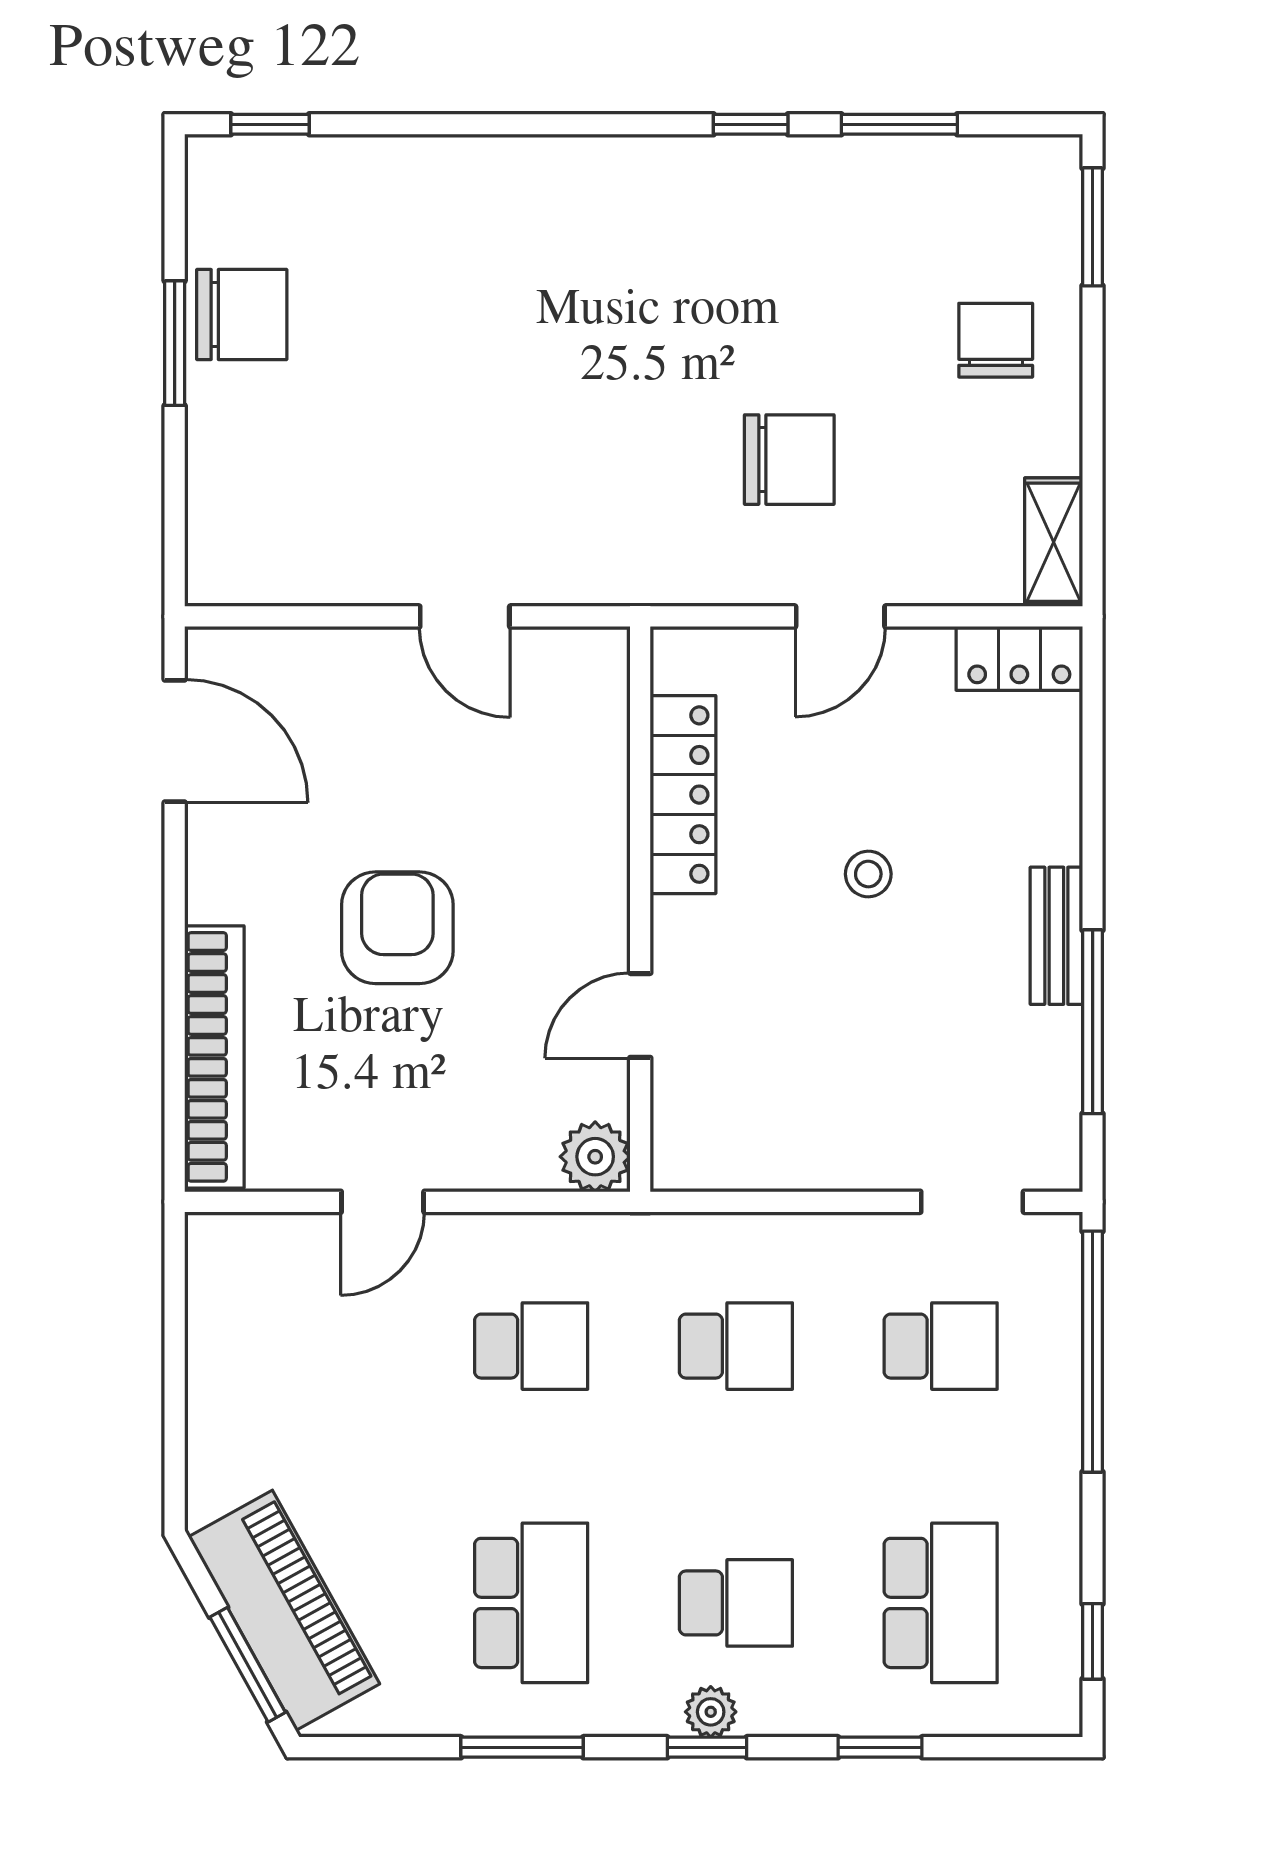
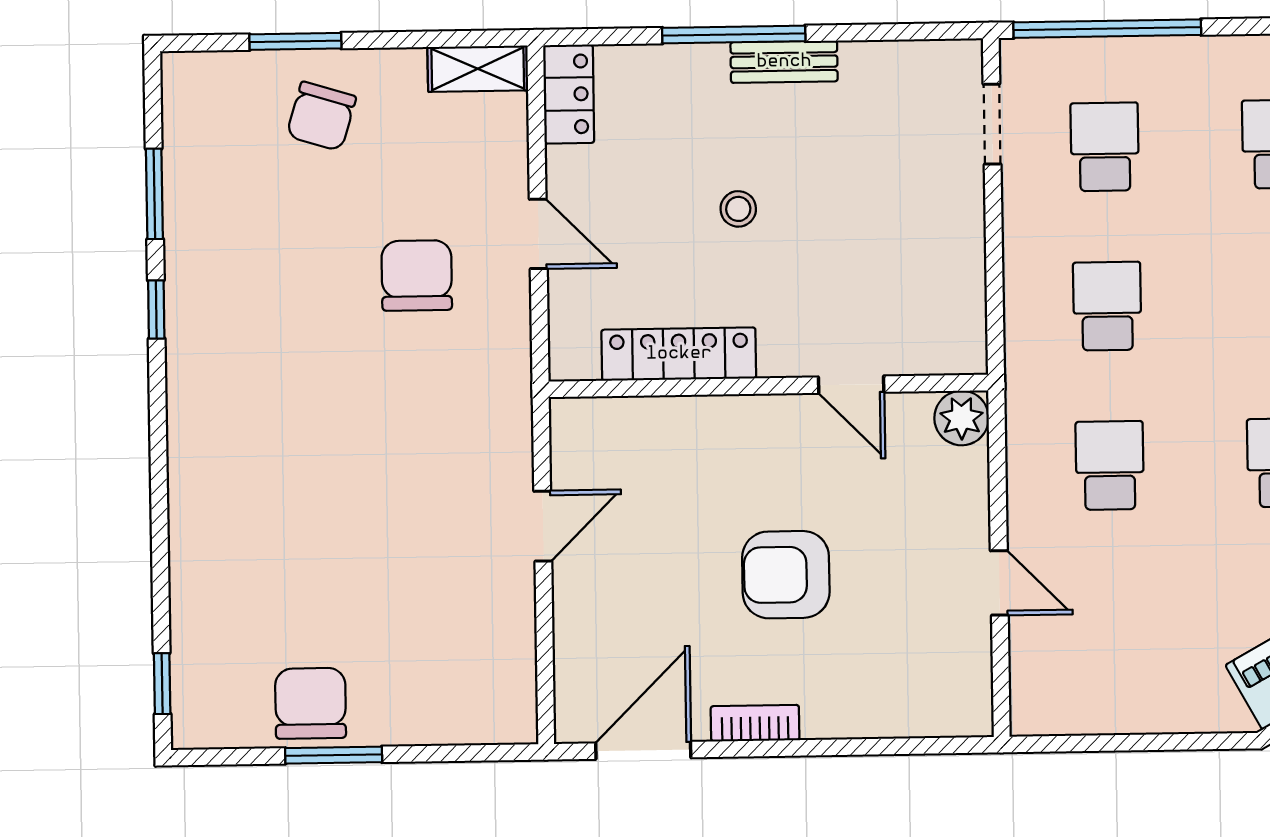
window: (1093, 227) -> (295, 41), moved
chair: (996, 340) -> (321, 116), turned -73
window: (1093, 1022) -> (734, 34), moved
bookcase: (214, 1057) -> (755, 723), moved, width x0.43, depth x0.76

